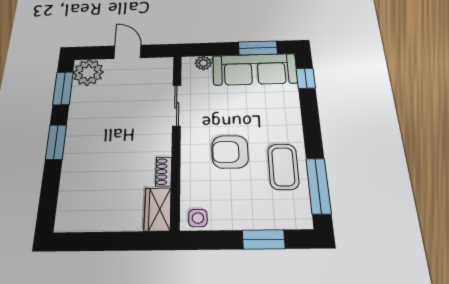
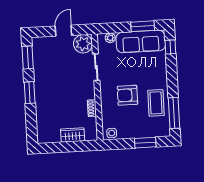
door: (128, 52) -> (63, 31), hinge flipped
plant: (88, 72) -> (83, 44), moved
wardrobe: (158, 209) -> (73, 135), moved, turned 90

